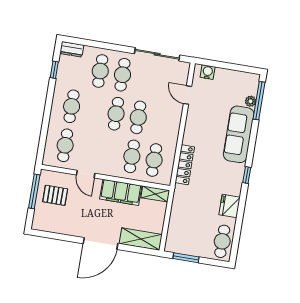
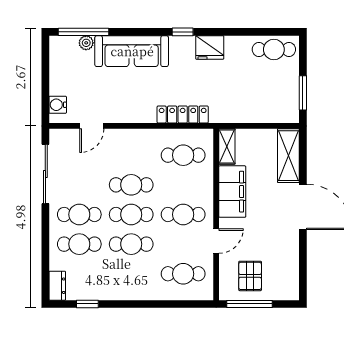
cafe table: (72, 106) -> (131, 244), moved
cafe table: (132, 156) -> (183, 214), moved
fridge: (230, 206) -> (210, 47), moved

